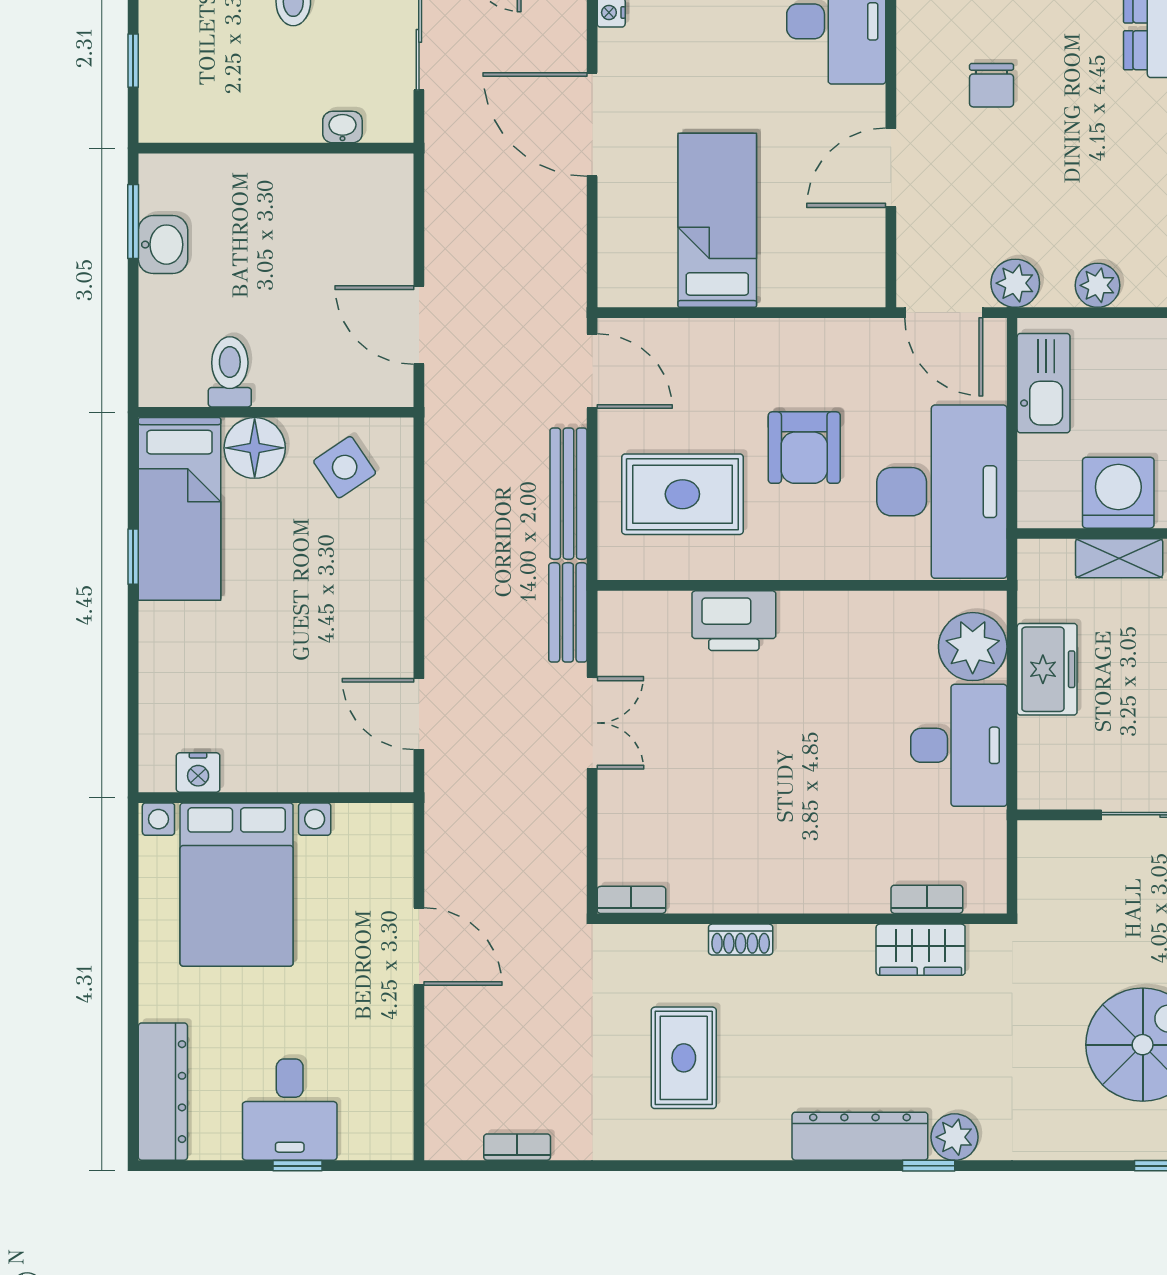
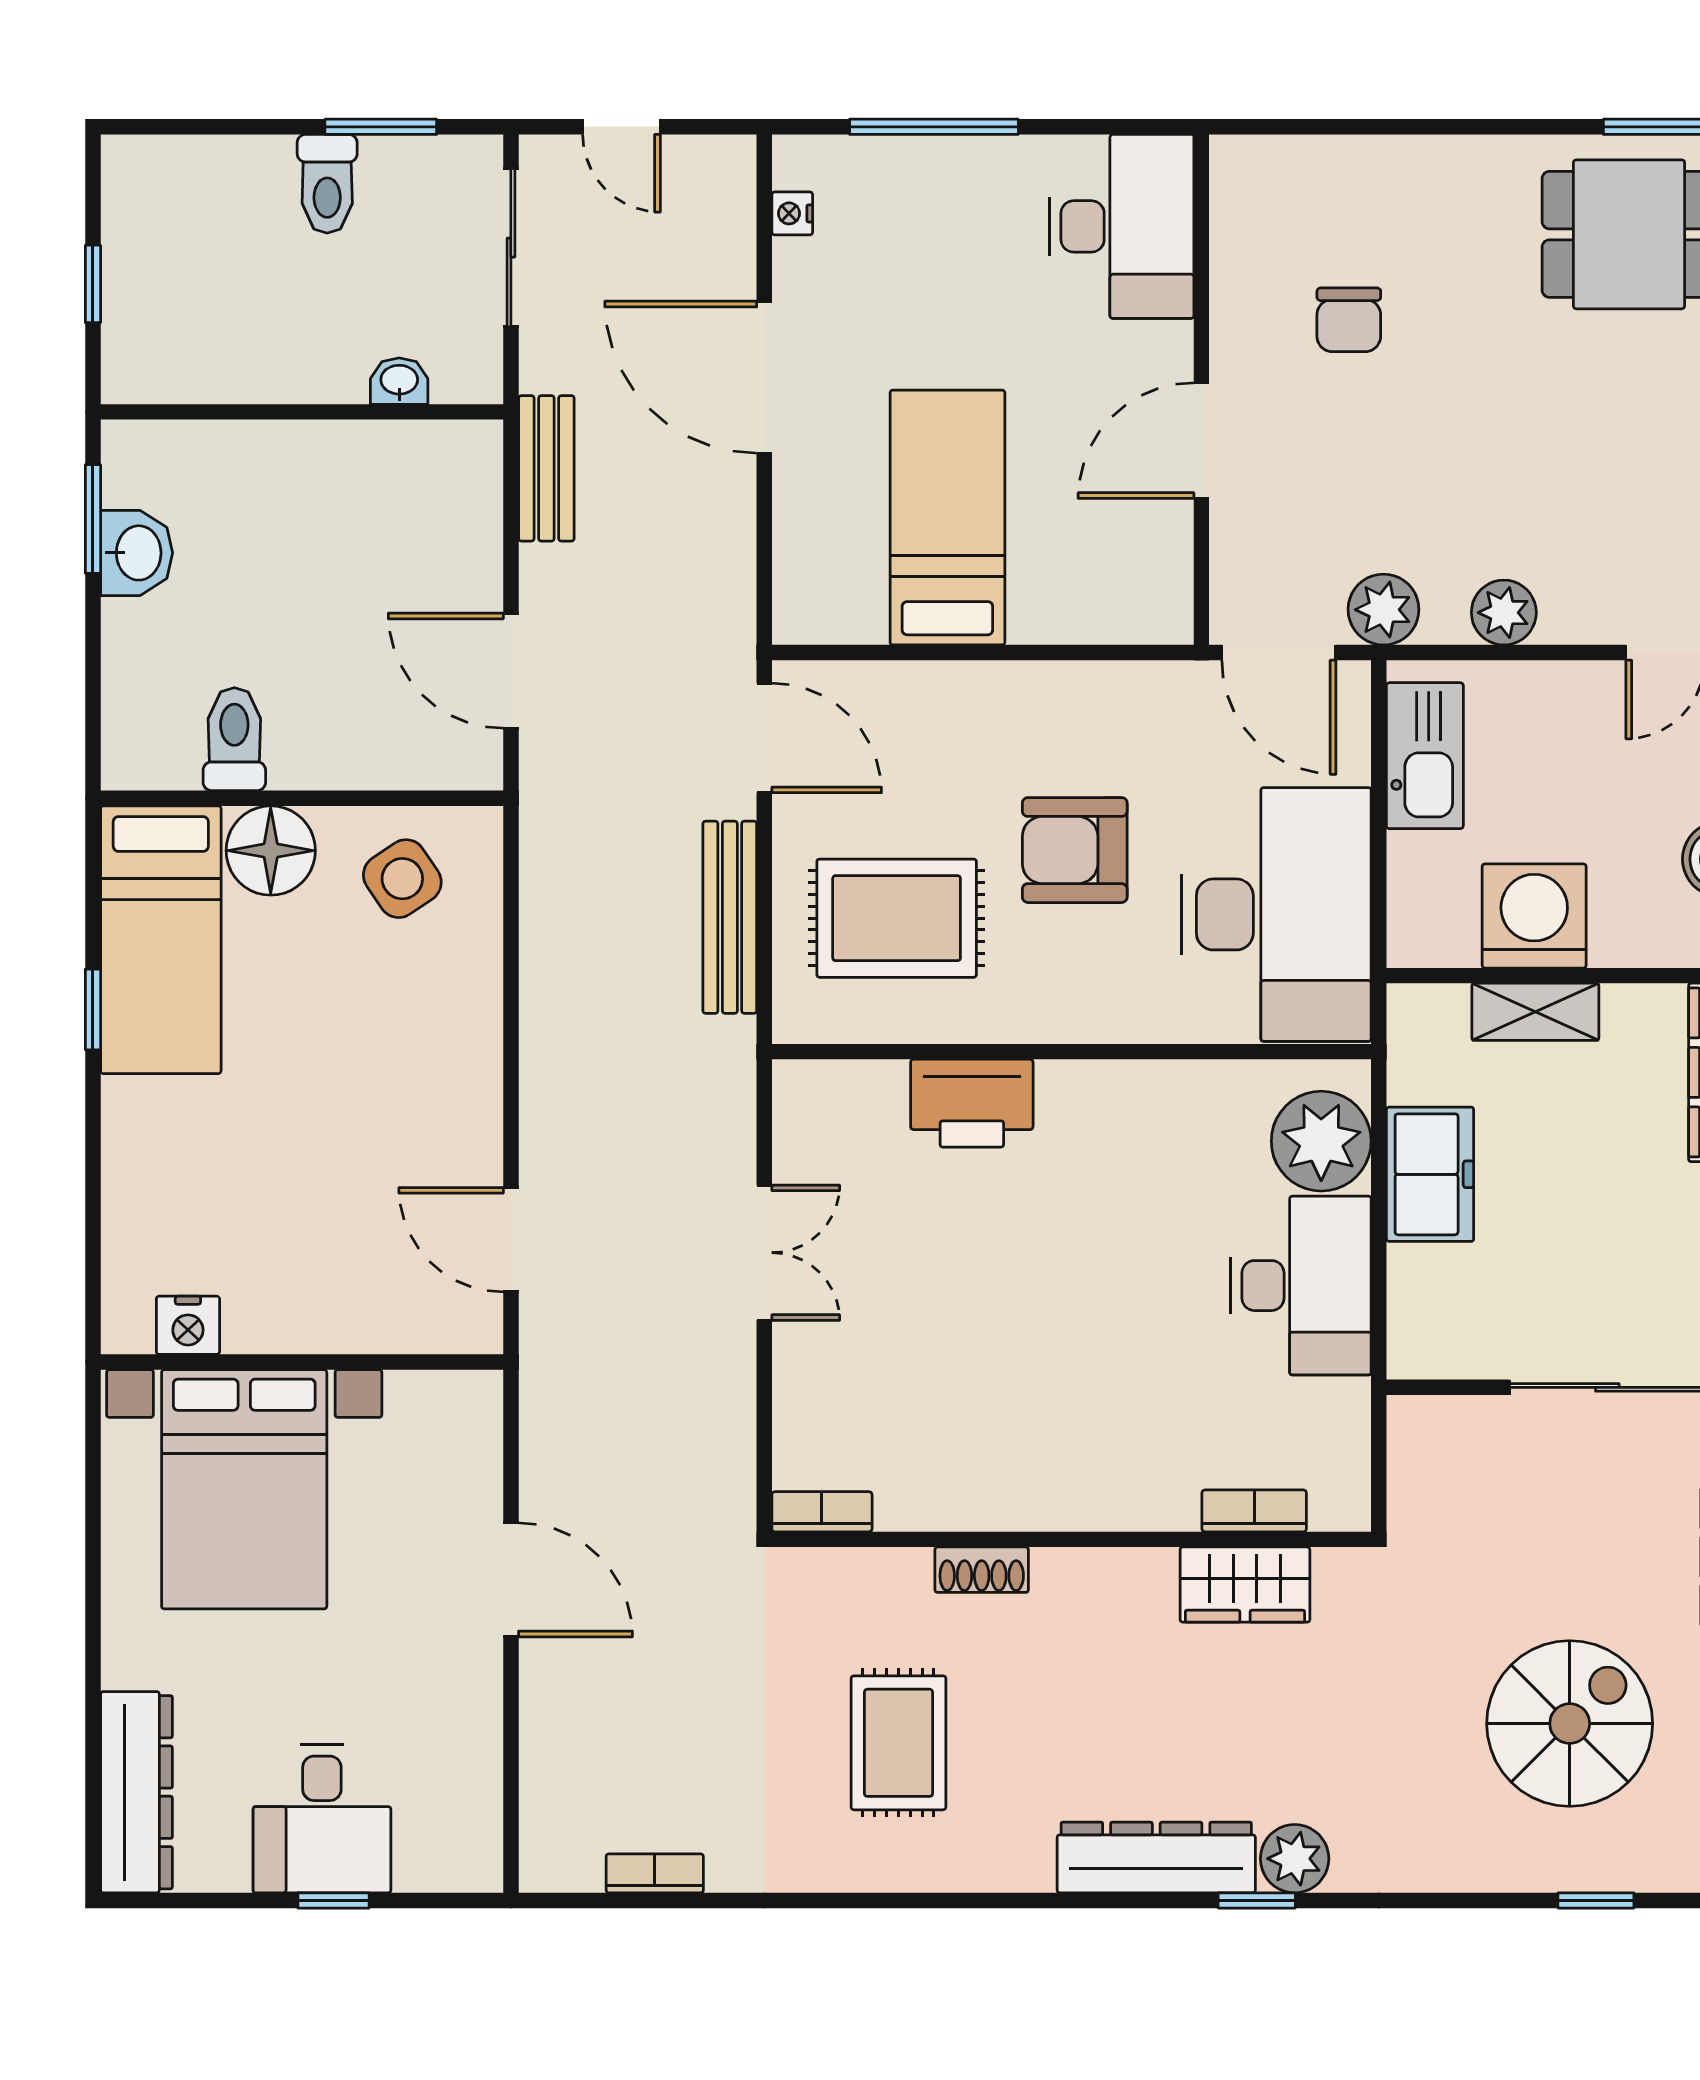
armchair: (804, 448) -> (1075, 850), turned 90
bench: (568, 612) -> (546, 468), moved

